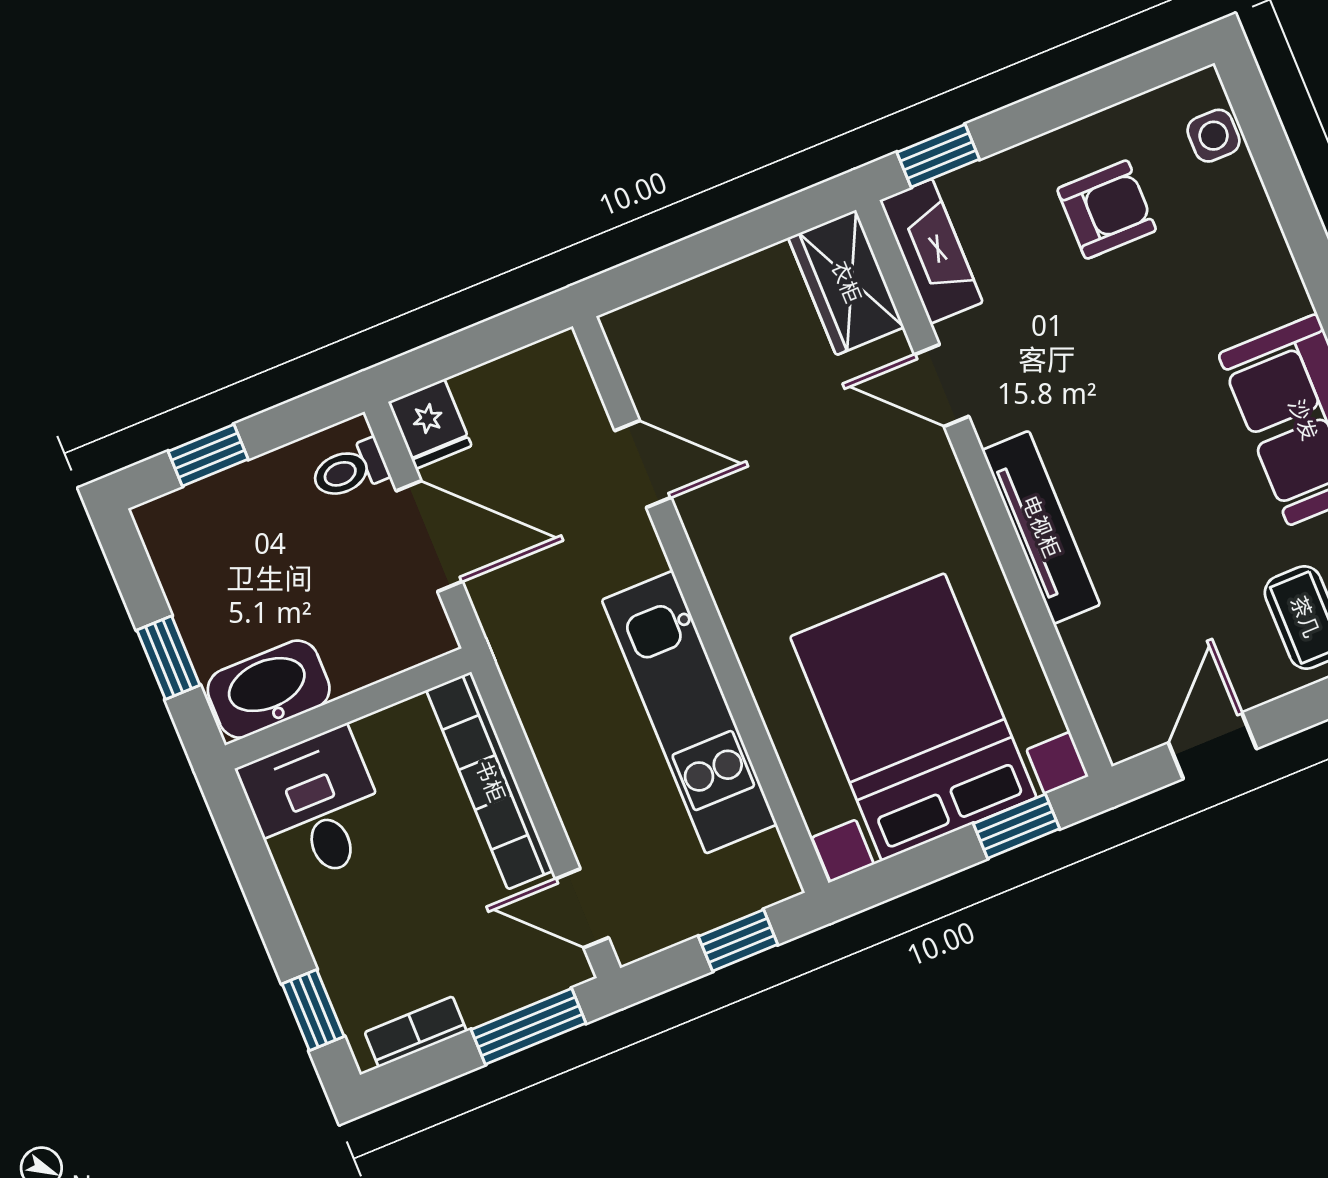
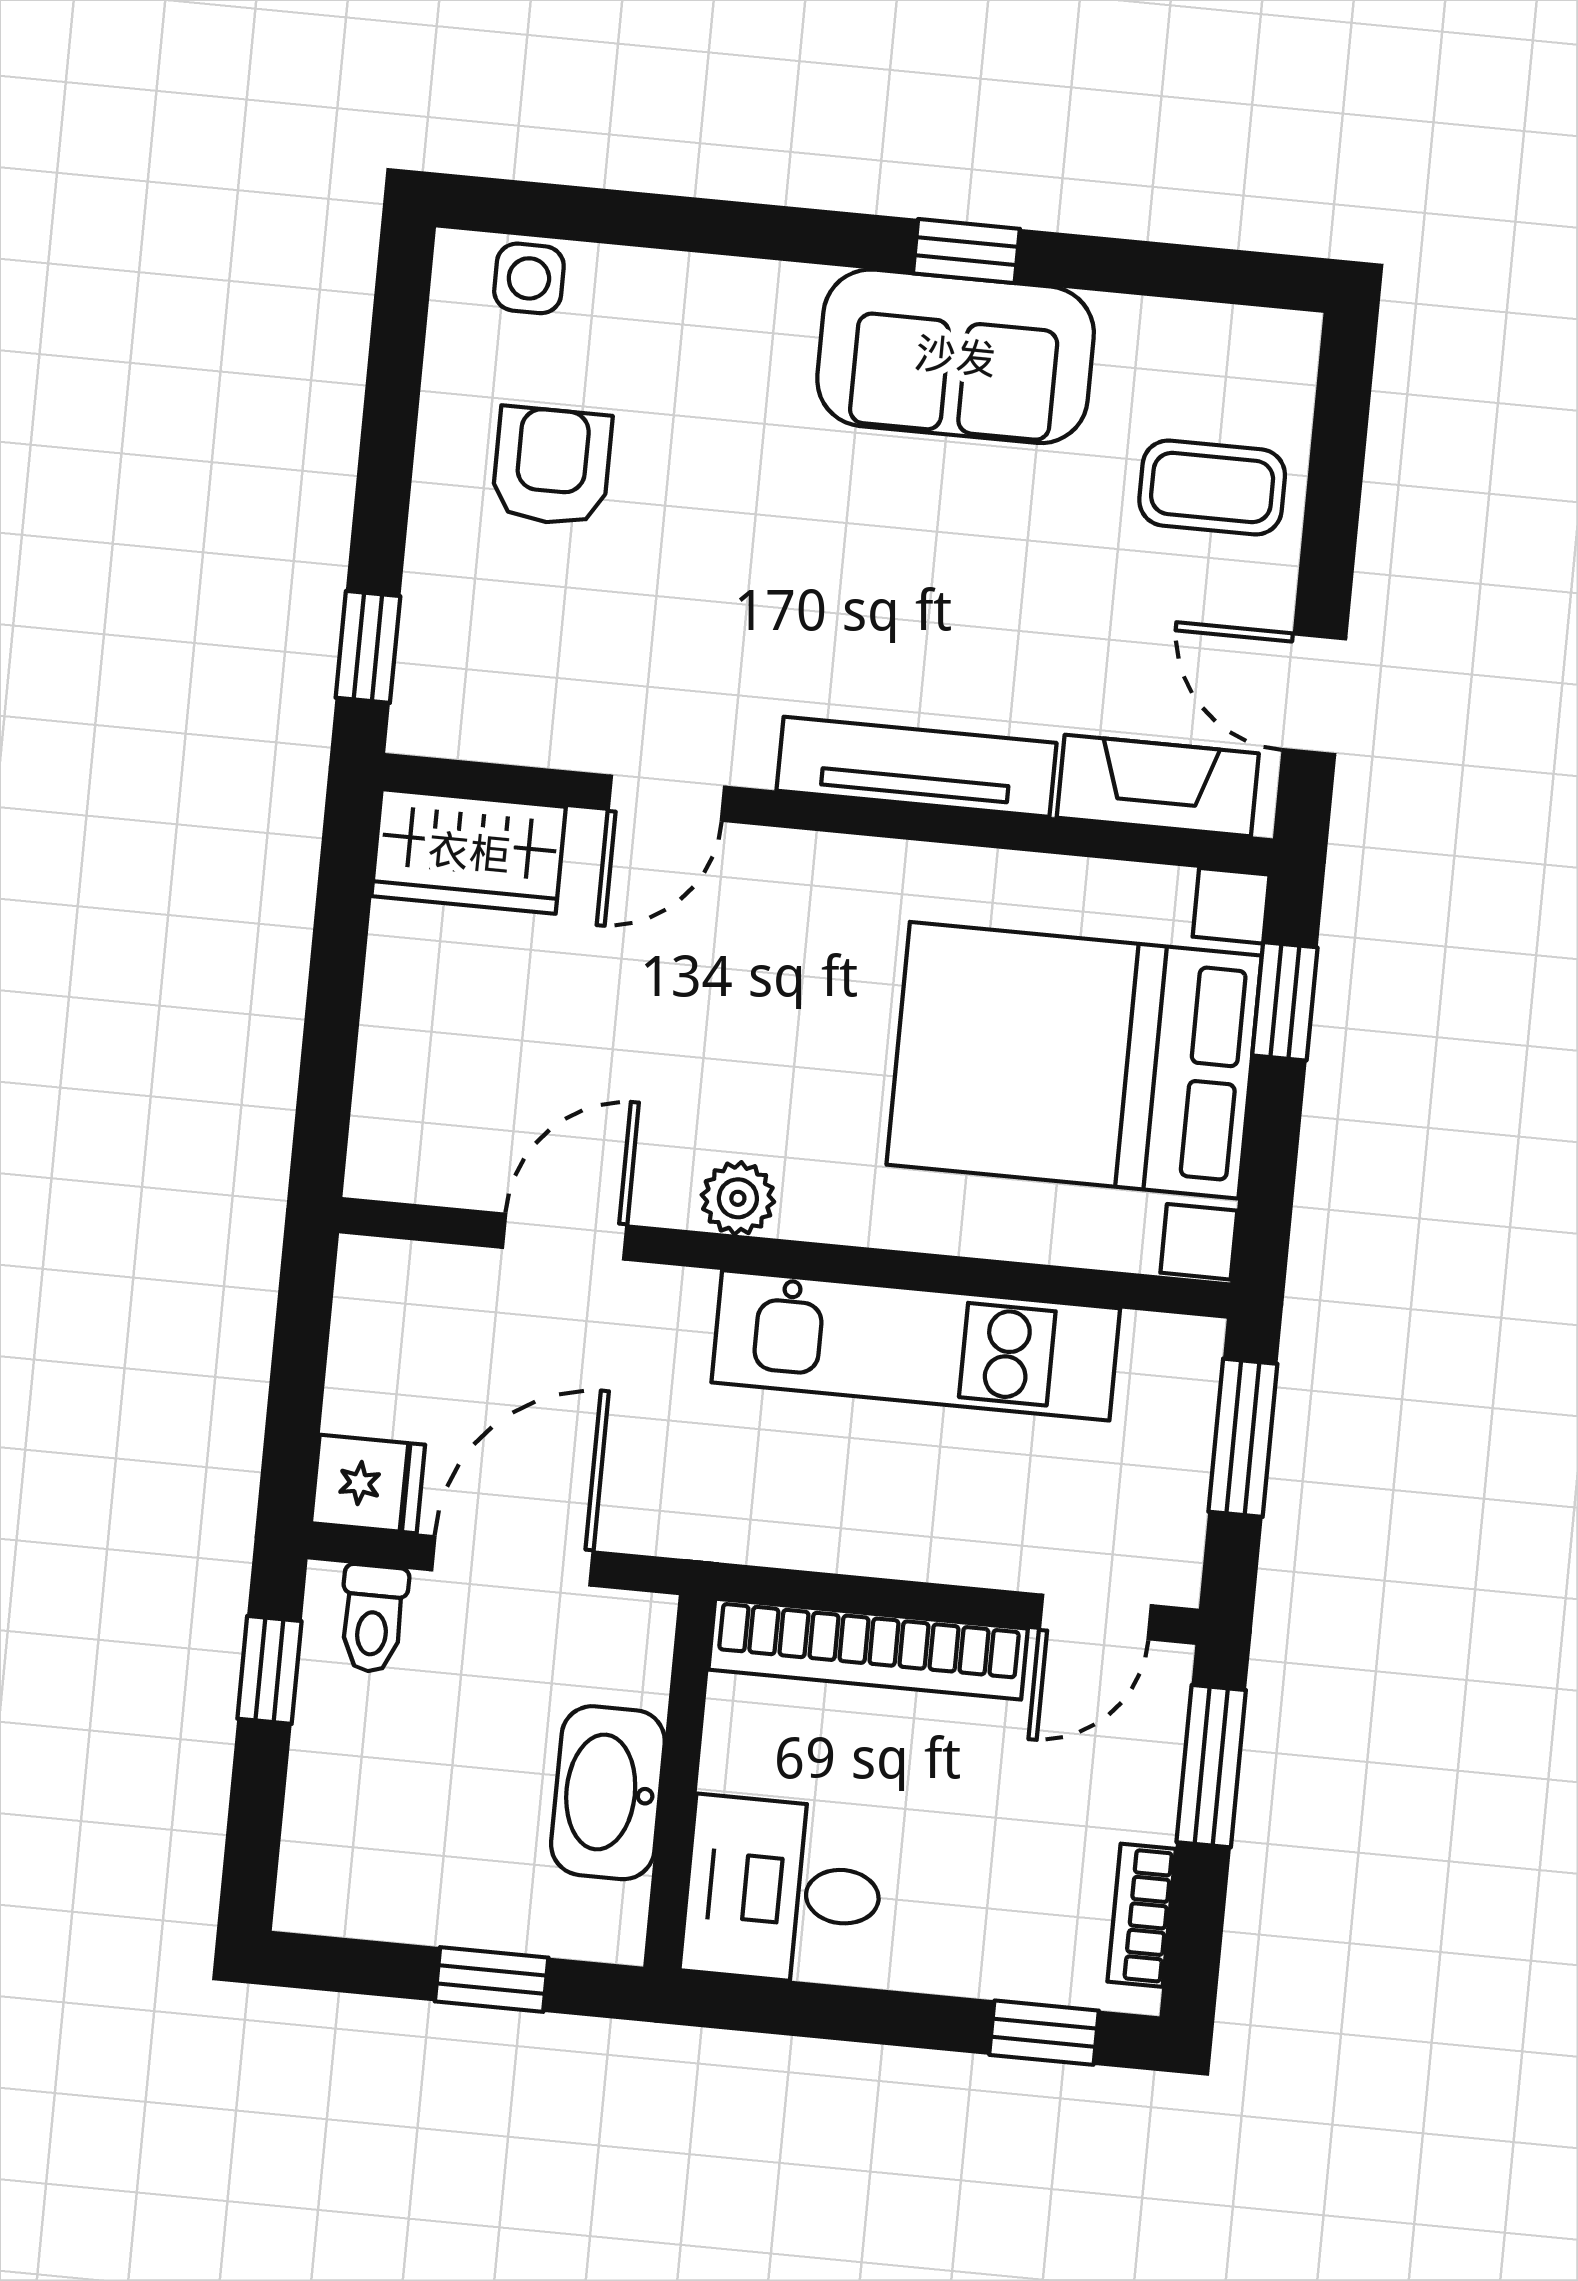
fireplace: (931, 251) -> (1158, 786), moved
window: (208, 455) -> (269, 1670), moved
plant: (722, 557) -> (738, 1198), added
washbasin: (269, 689) -> (608, 1793), moved
window: (738, 940) -> (1243, 1438), width x1.50

